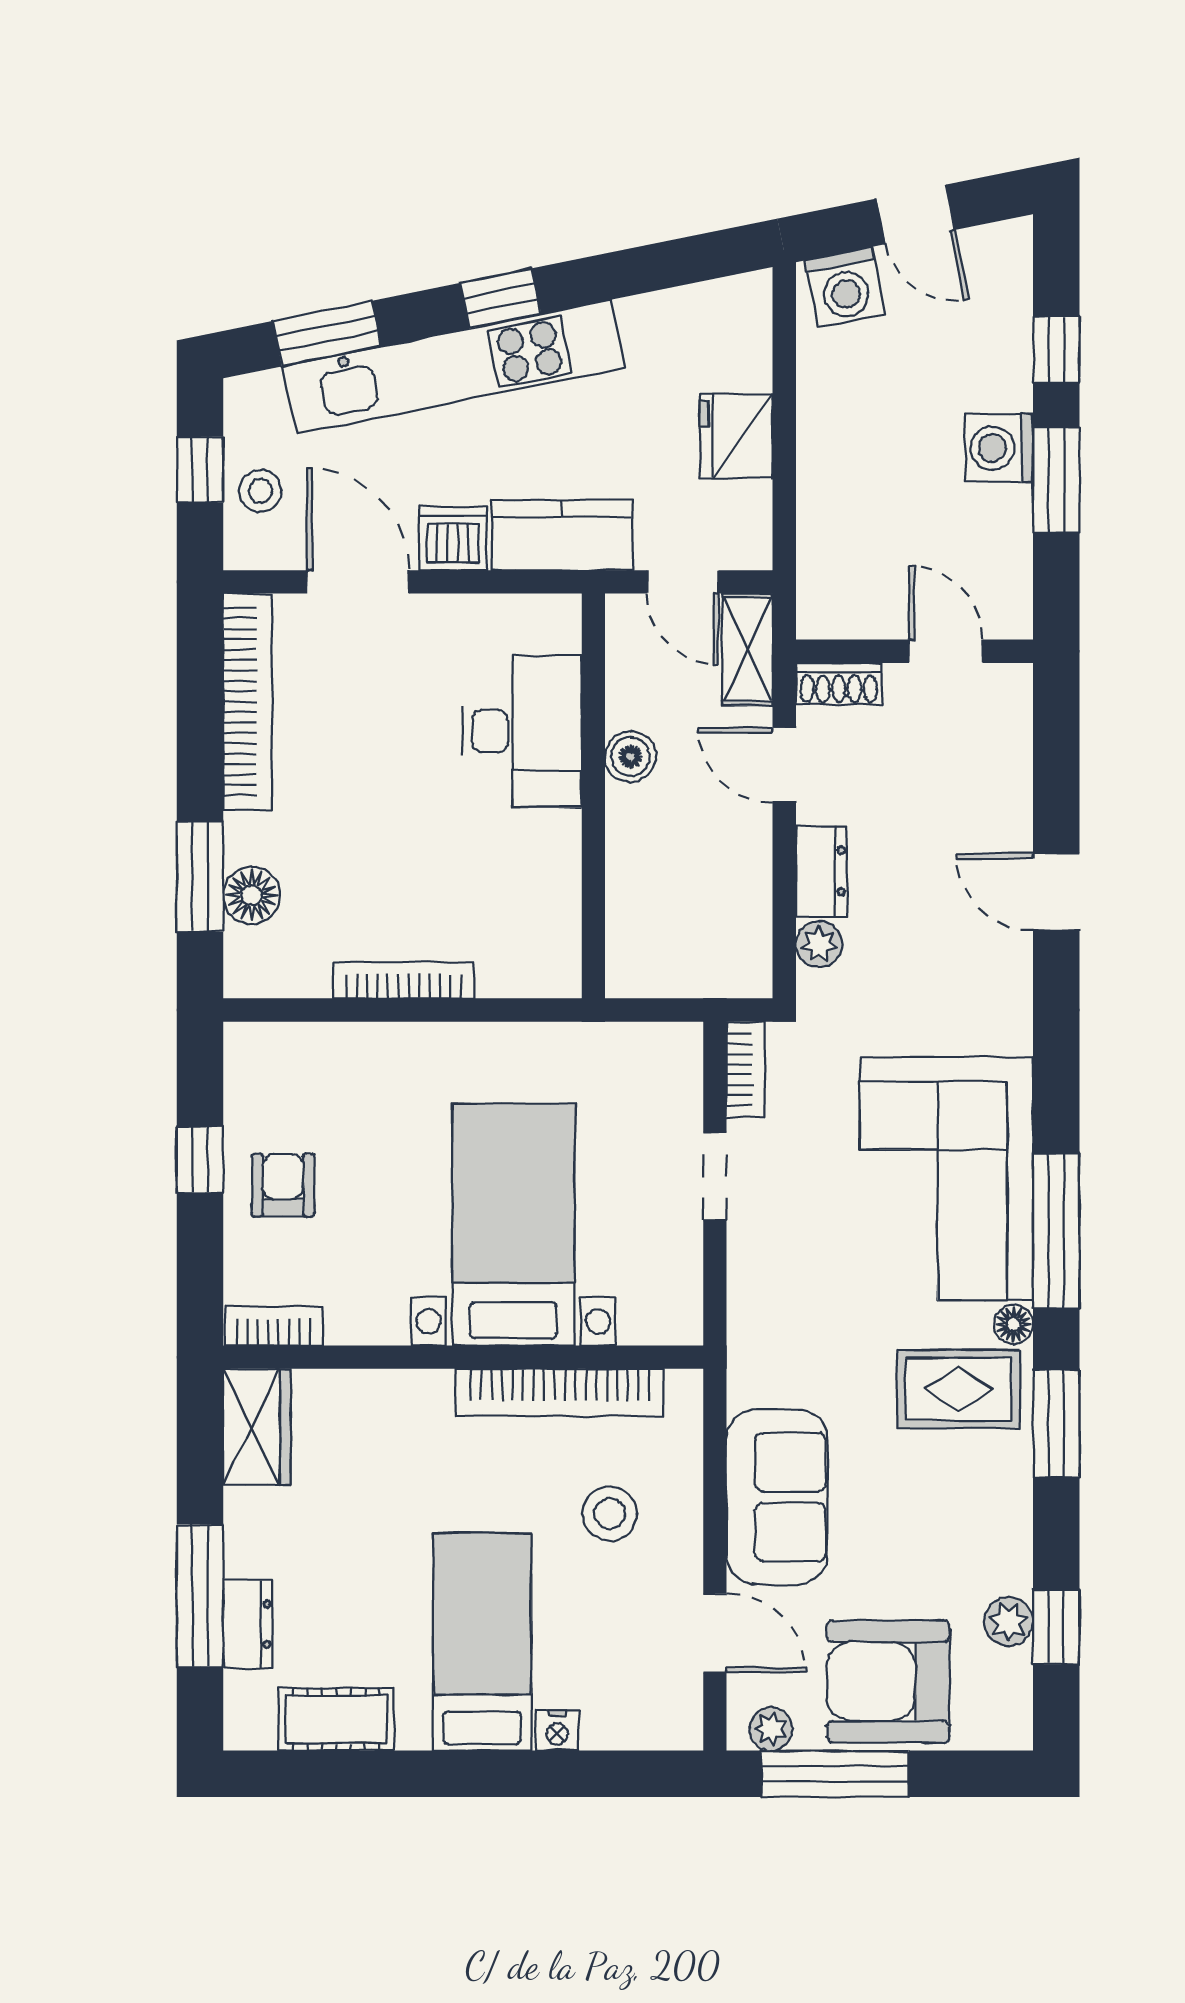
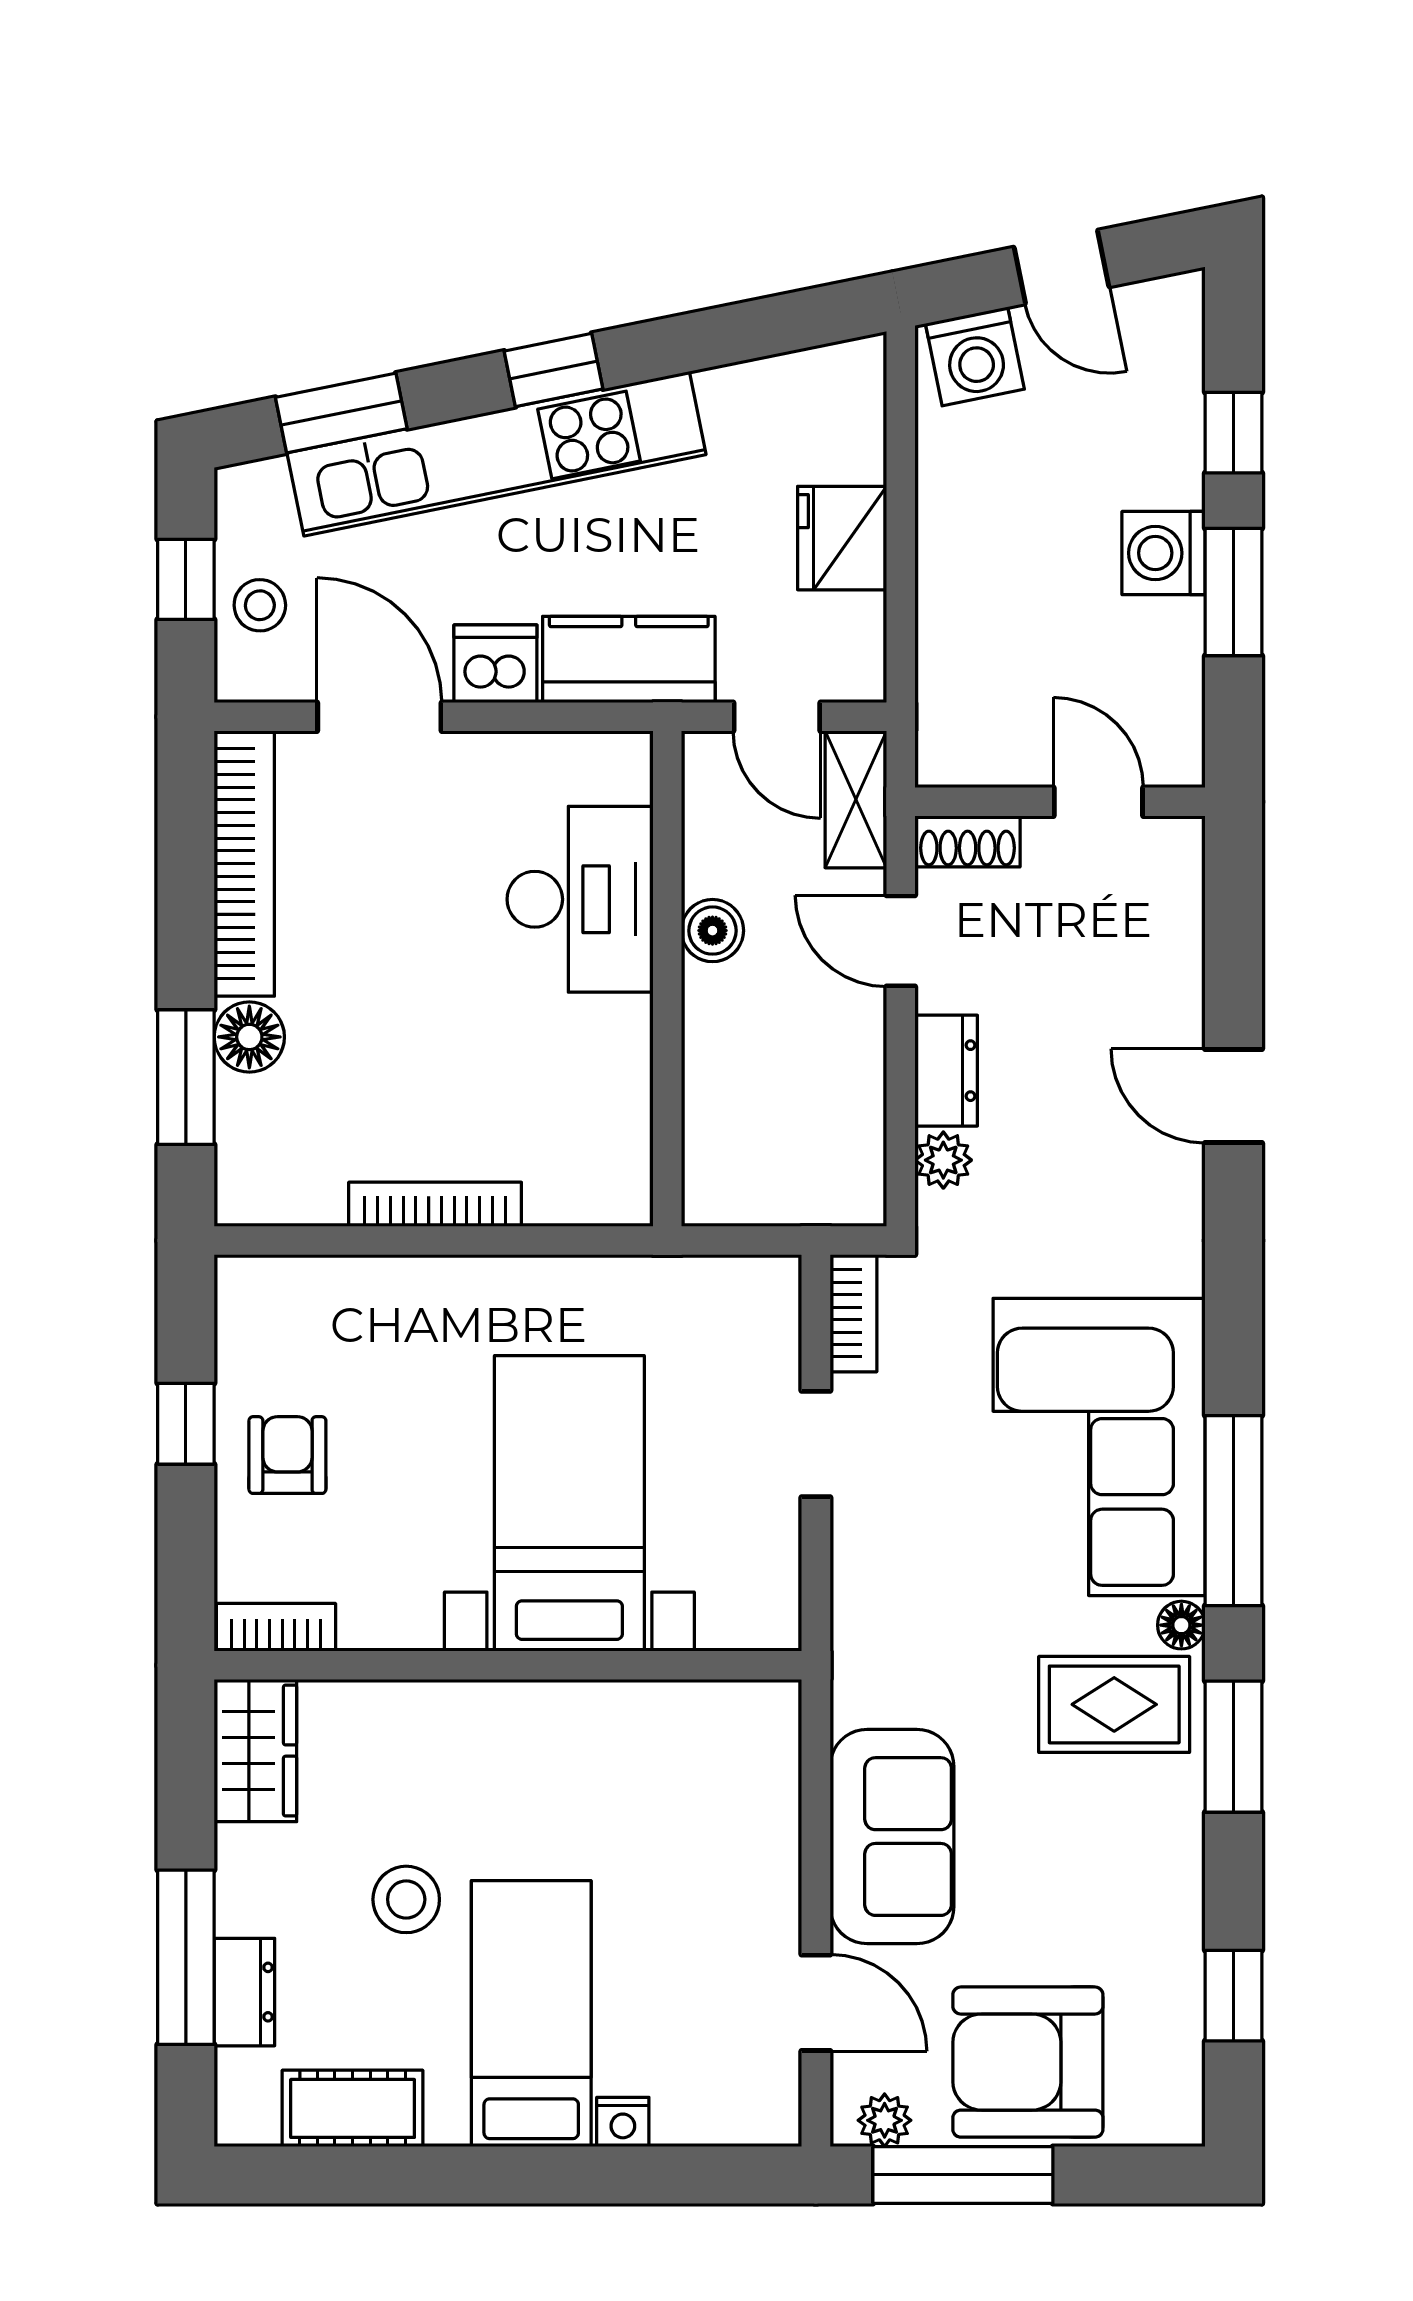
floor lamp: (252, 895) -> (249, 1037), moved
bookcase: (560, 1392) -> (626, 1708), removed
stool: (610, 1514) -> (406, 1899), moved
plant: (1009, 1622) -> (1175, 1989), removed

